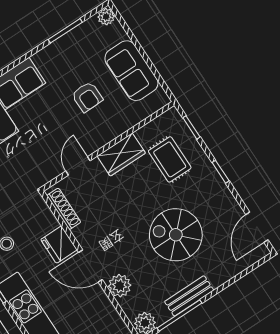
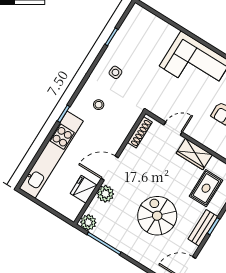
fridge: (59, 245) -> (84, 189), moved
door: (91, 266) -> (110, 168), hinge flipped
bench: (189, 296) -> (203, 228), moved, turned 90

